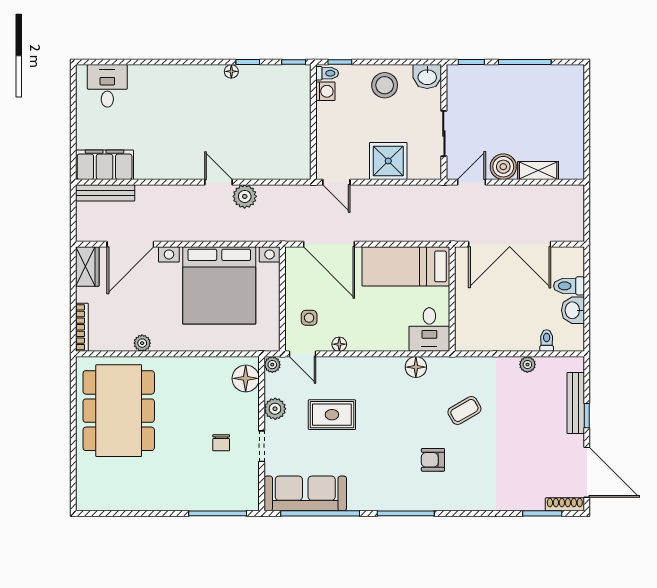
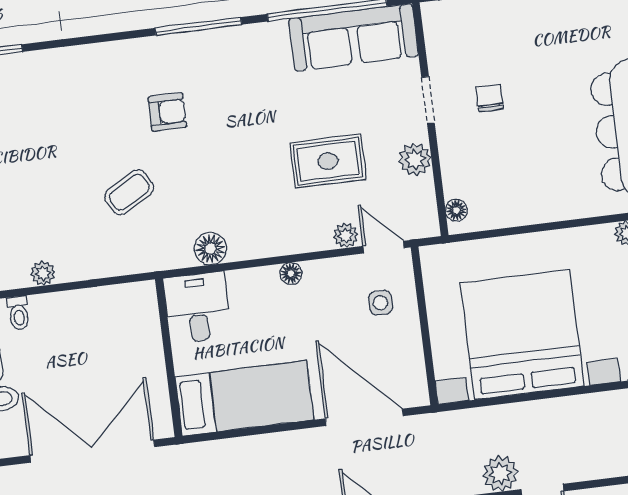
floor lamp: (339, 344) -> (291, 273), moved
plant: (272, 365) -> (346, 236), moved
floor lamp: (246, 378) -> (456, 210), width x0.53, depth x0.53

